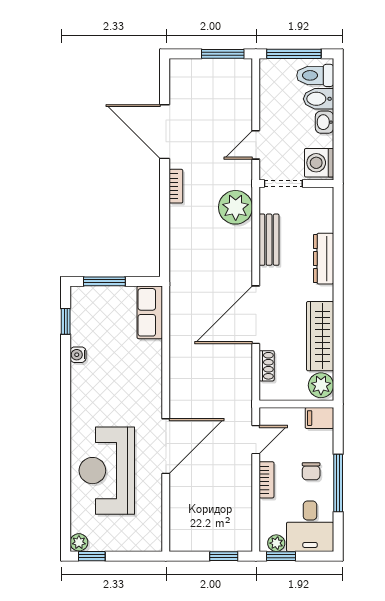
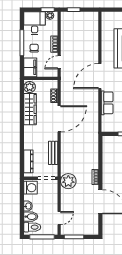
door: (256, 145) -> (59, 218), moved
plant: (236, 207) -> (68, 181), moved
dresser: (324, 259) -> (28, 161), moved
row of seats: (150, 312) -> (107, 103), moved
filing cabinet: (319, 418) -> (30, 67), width x2.00
door: (166, 446) -> (100, 76), moved

